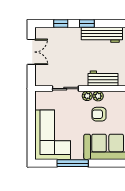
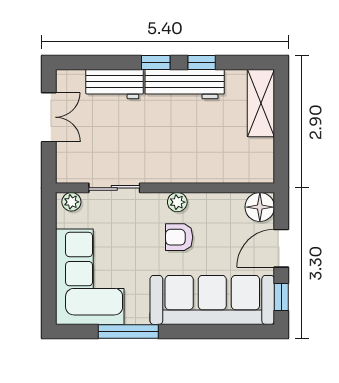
window: (61, 23) -> (202, 62), moved
workbench: (103, 79) -> (115, 84), moved, turned 180
plant: (87, 96) -> (71, 202), moved

